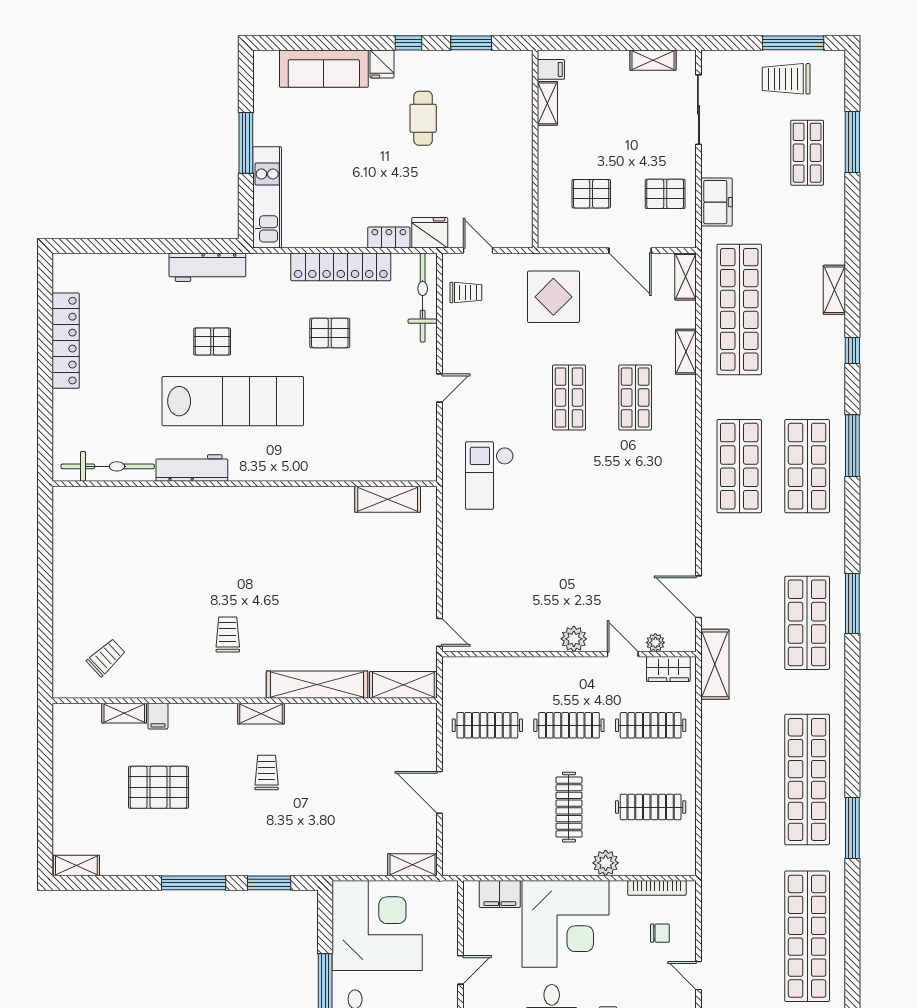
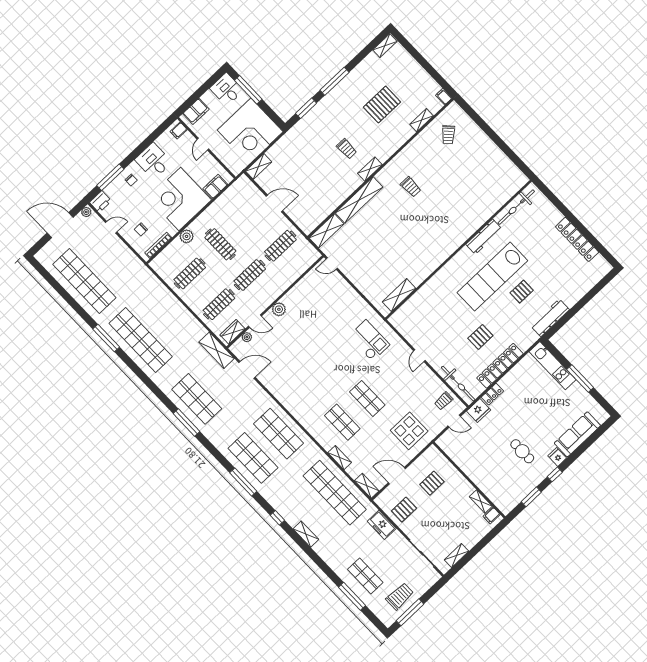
filing cabinet: (158, 716) -> (444, 97), moved

